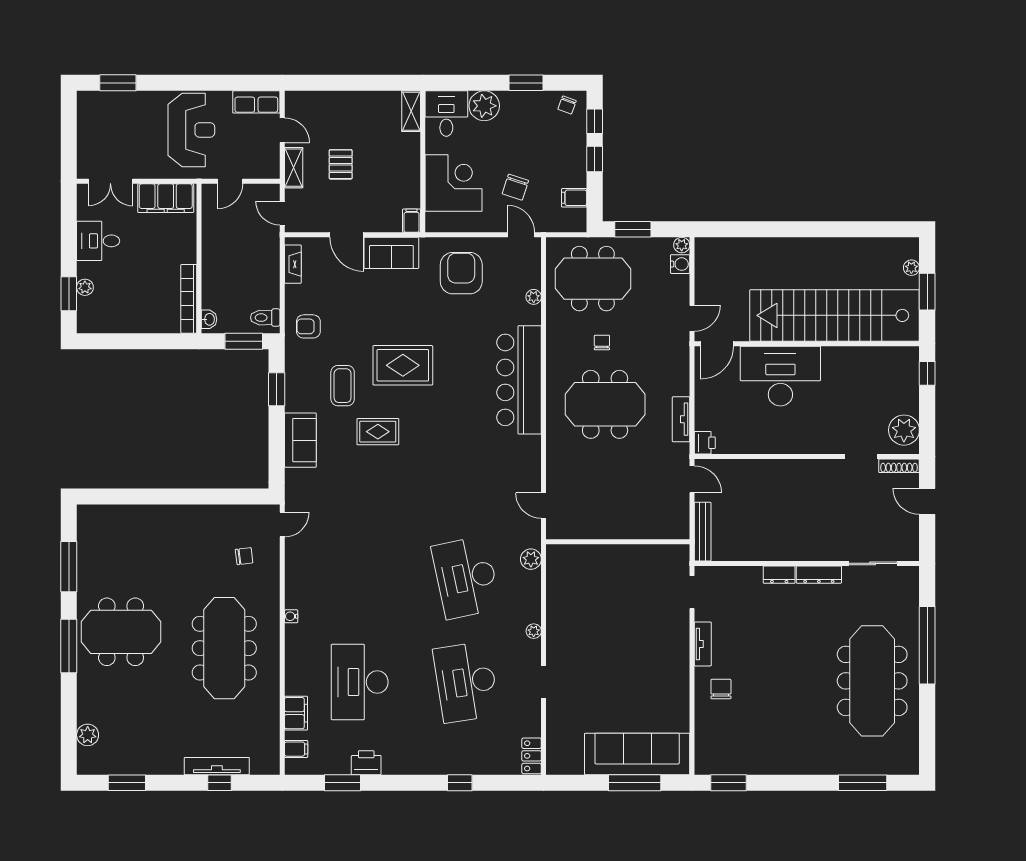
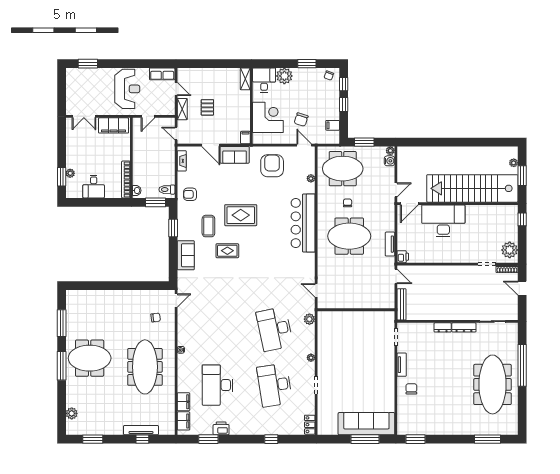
desk: (98, 241) -> (94, 187), moved, turned -90
filing cabinet: (296, 749) -> (183, 421), width x2.00

